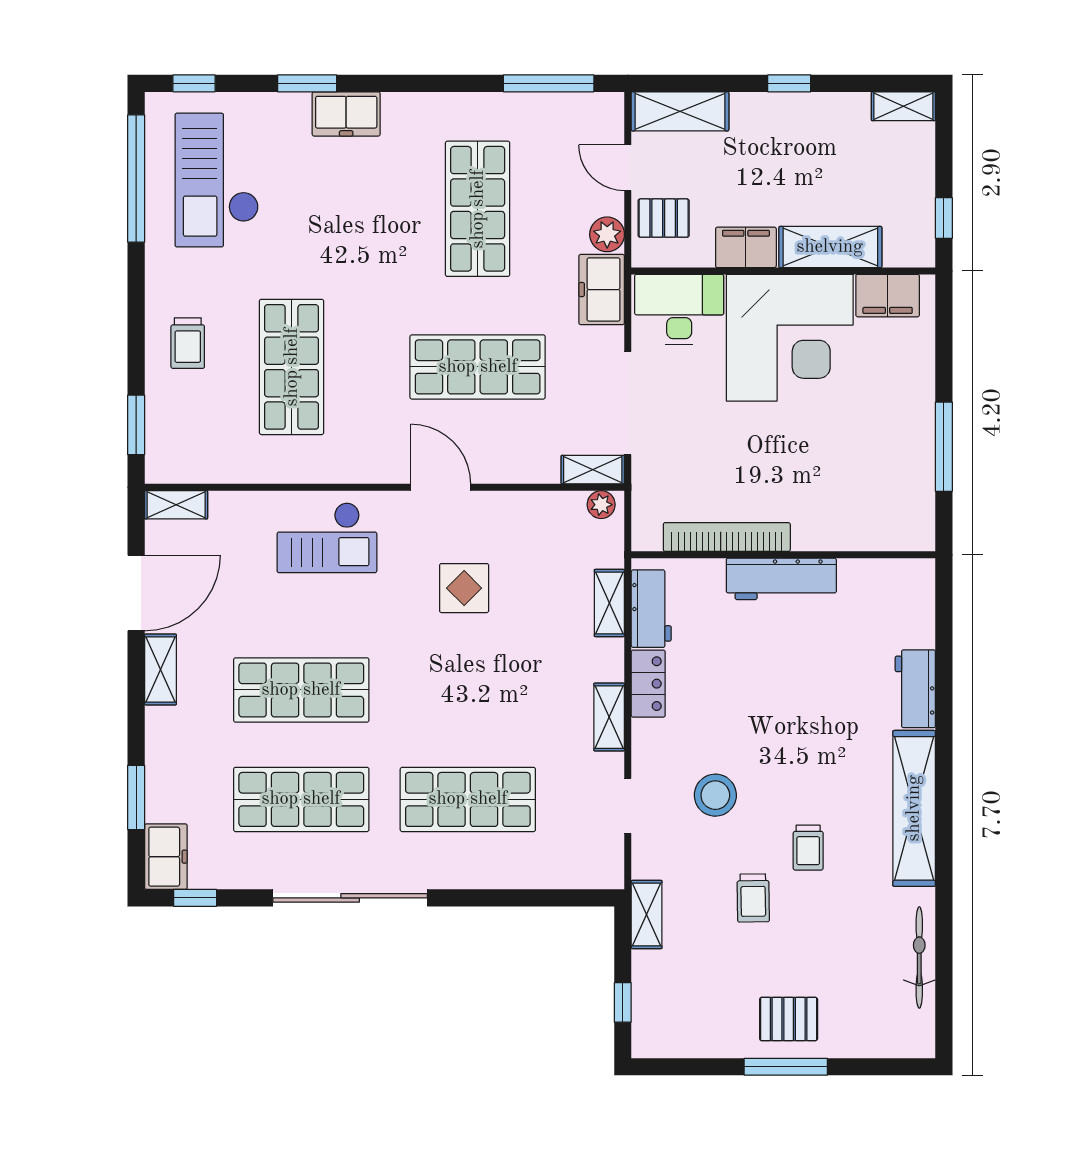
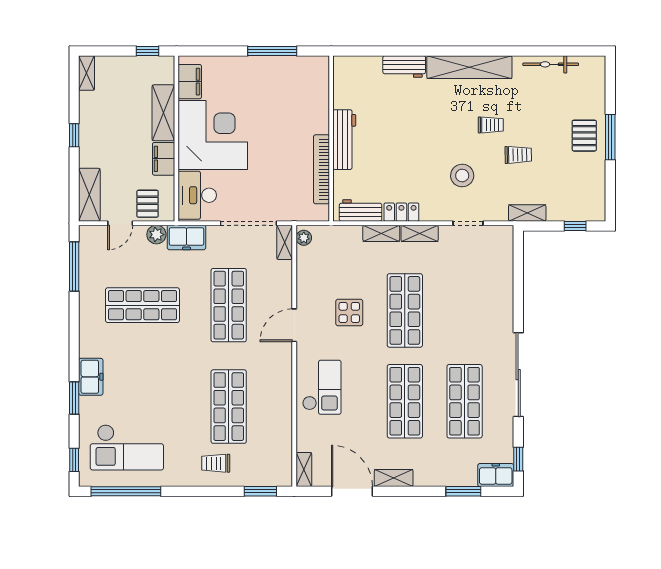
trolley: (188, 343) -> (216, 463), turned 180
shop shelf: (292, 367) -> (229, 407), turned 90
shelving: (609, 603) -> (381, 233), moved
shop shelf: (468, 799) -> (405, 310), moved

